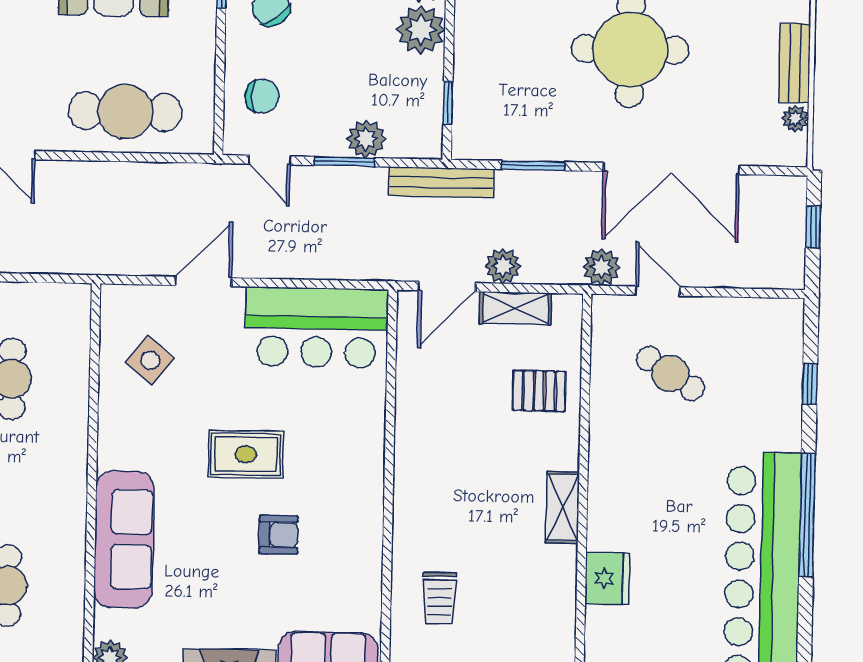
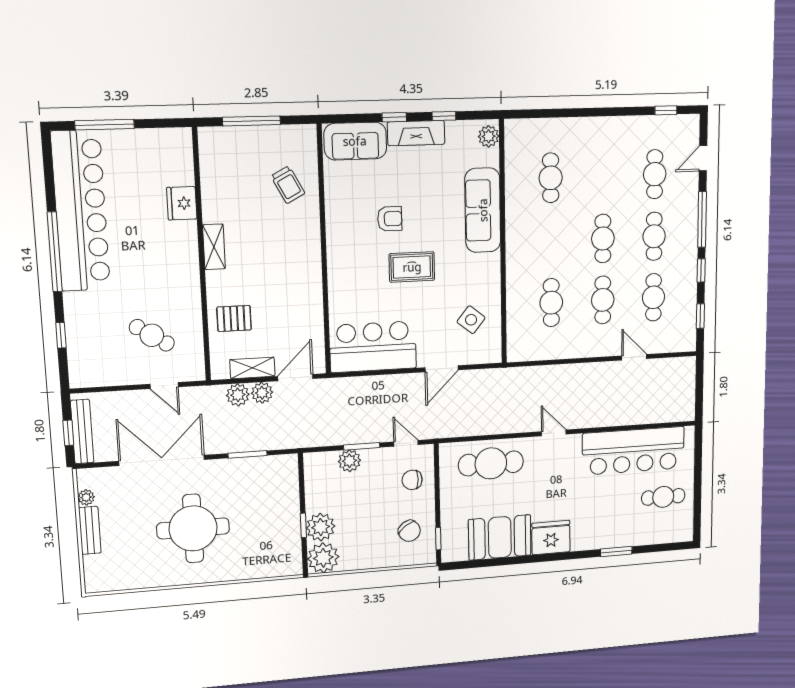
window: (448, 103) -> (303, 525), moved
bench: (441, 182) -> (82, 432), moved, turned 90
plant: (602, 267) -> (238, 395), moved
armchair: (279, 535) -> (390, 219), turned 180
trolley: (439, 598) -> (288, 185), turned 152

